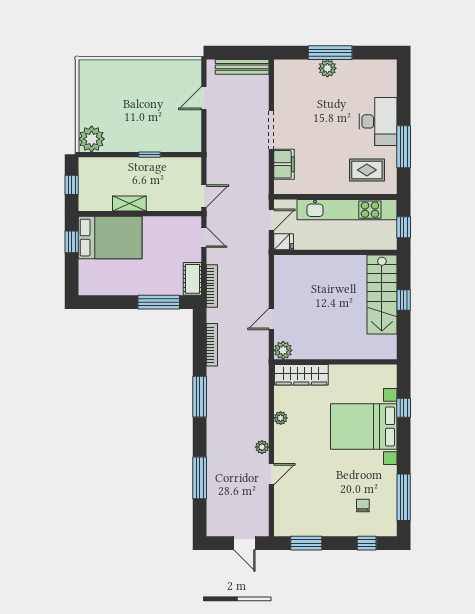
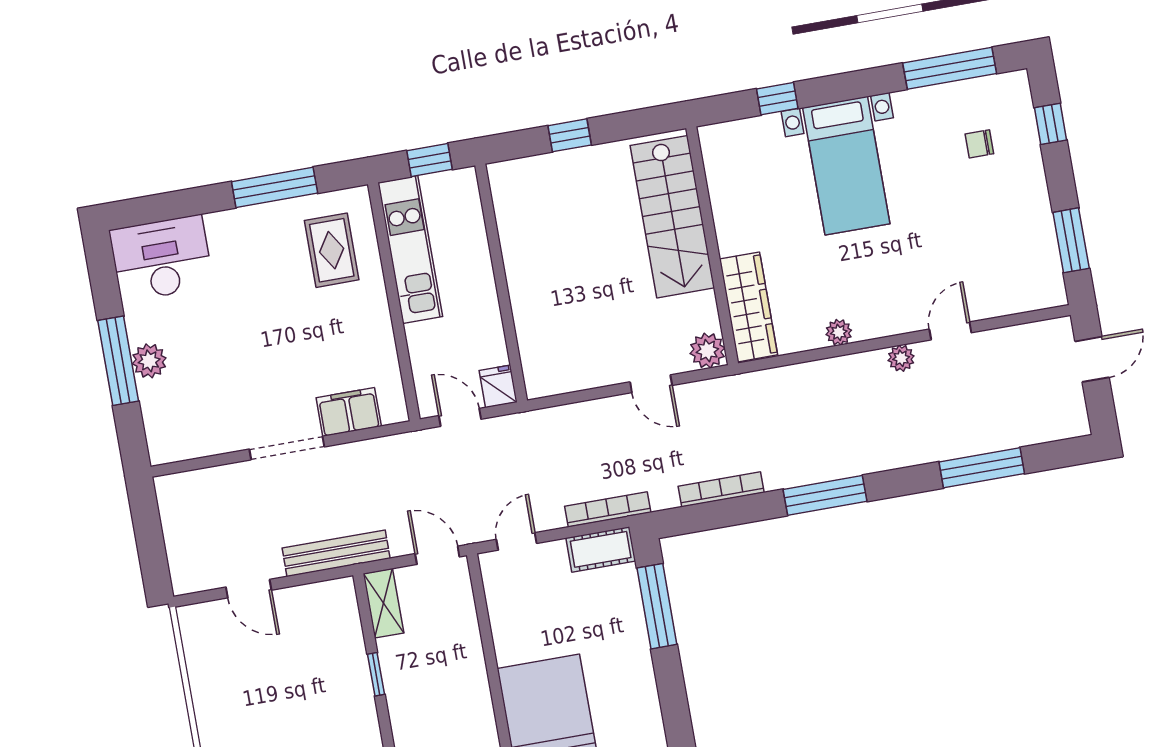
bench: (242, 67) -> (336, 553), moved, turned 90
desk: (378, 121) -> (161, 258), moved
shelving: (129, 204) -> (383, 603), moved
kitchen unit: (347, 210) -> (410, 250), width x0.73
stairs: (382, 295) -> (672, 217), moved, turned 90
bed with nightstands: (364, 426) -> (846, 166), width x0.73
door: (271, 474) -> (950, 331), hinge flipped

